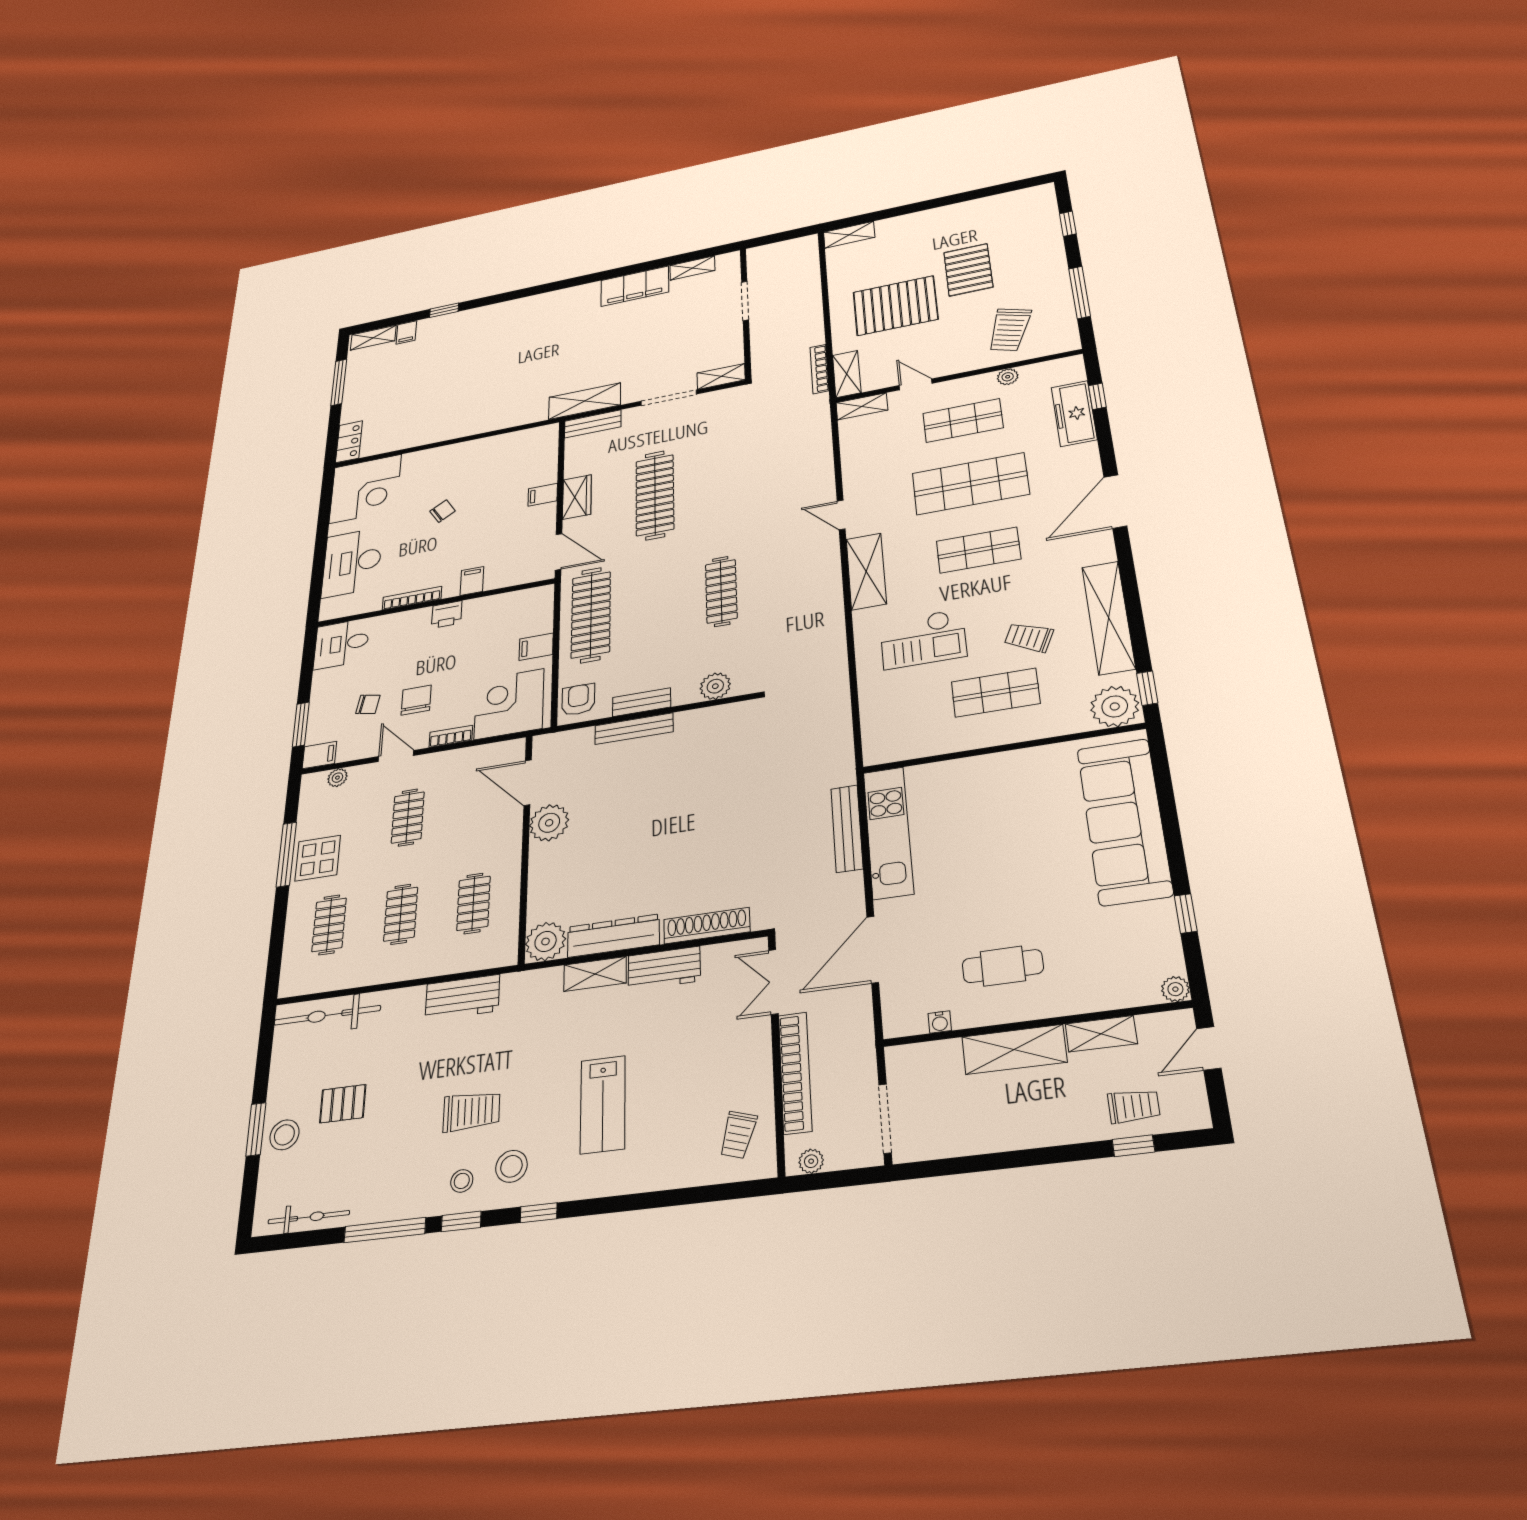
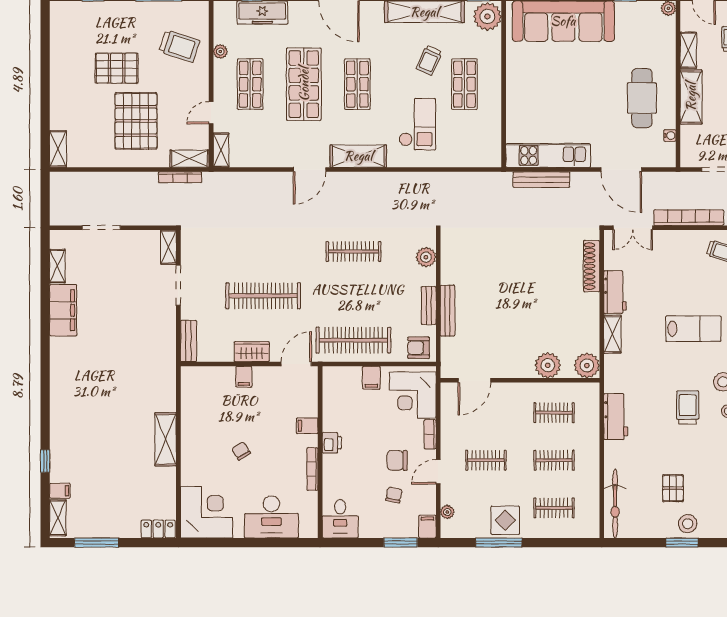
shelving: (585, 401) -> (166, 439), moved
door: (841, 515) -> (310, 170), width x1.38
plant: (549, 823) -> (548, 365), moved
dresser: (613, 936) -> (589, 323), removed
cafe table: (1003, 966) -> (642, 98), width x1.37, depth x1.35

